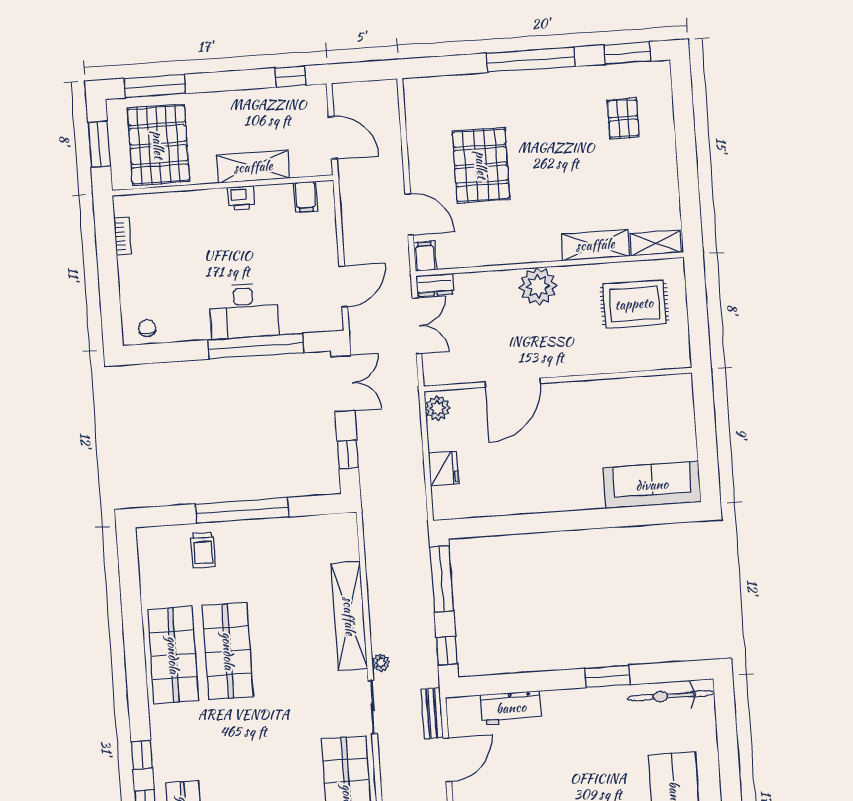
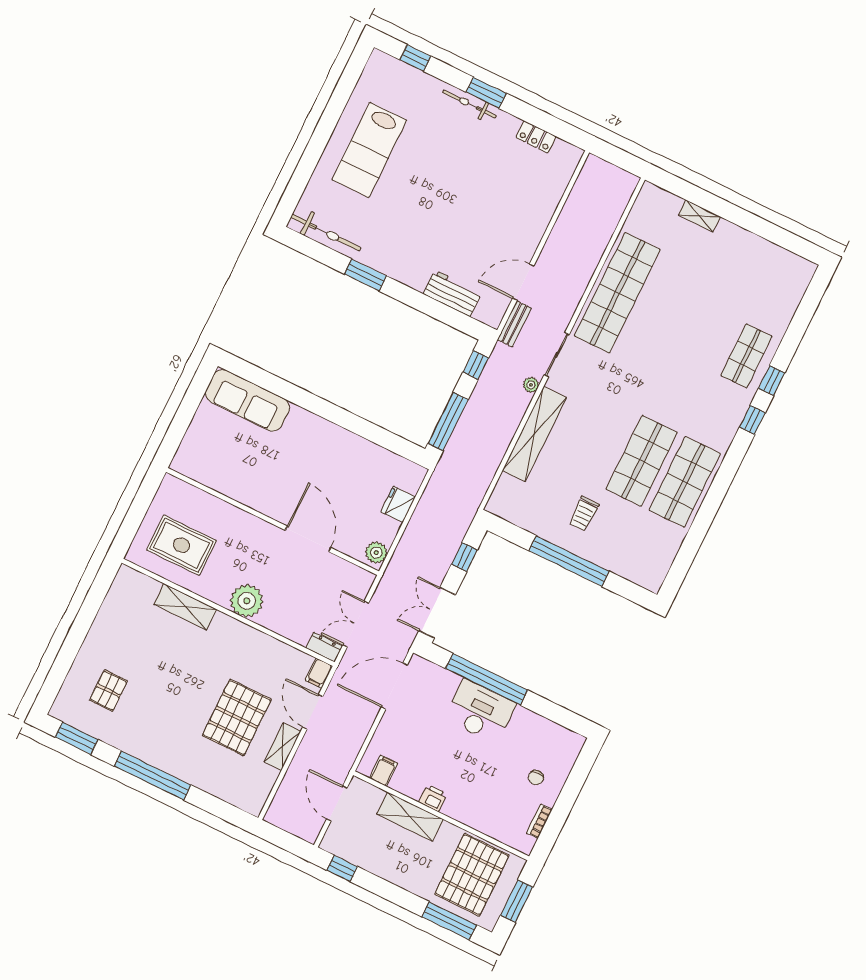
shelving: (656, 243) -> (282, 747), moved, turned 90
door: (343, 287) -> (394, 686), width x1.36
chair: (147, 328) -> (536, 777), moved
door: (513, 383) -> (308, 539), hinge flipped
trolley: (203, 550) -> (584, 514), moved, turned 180

